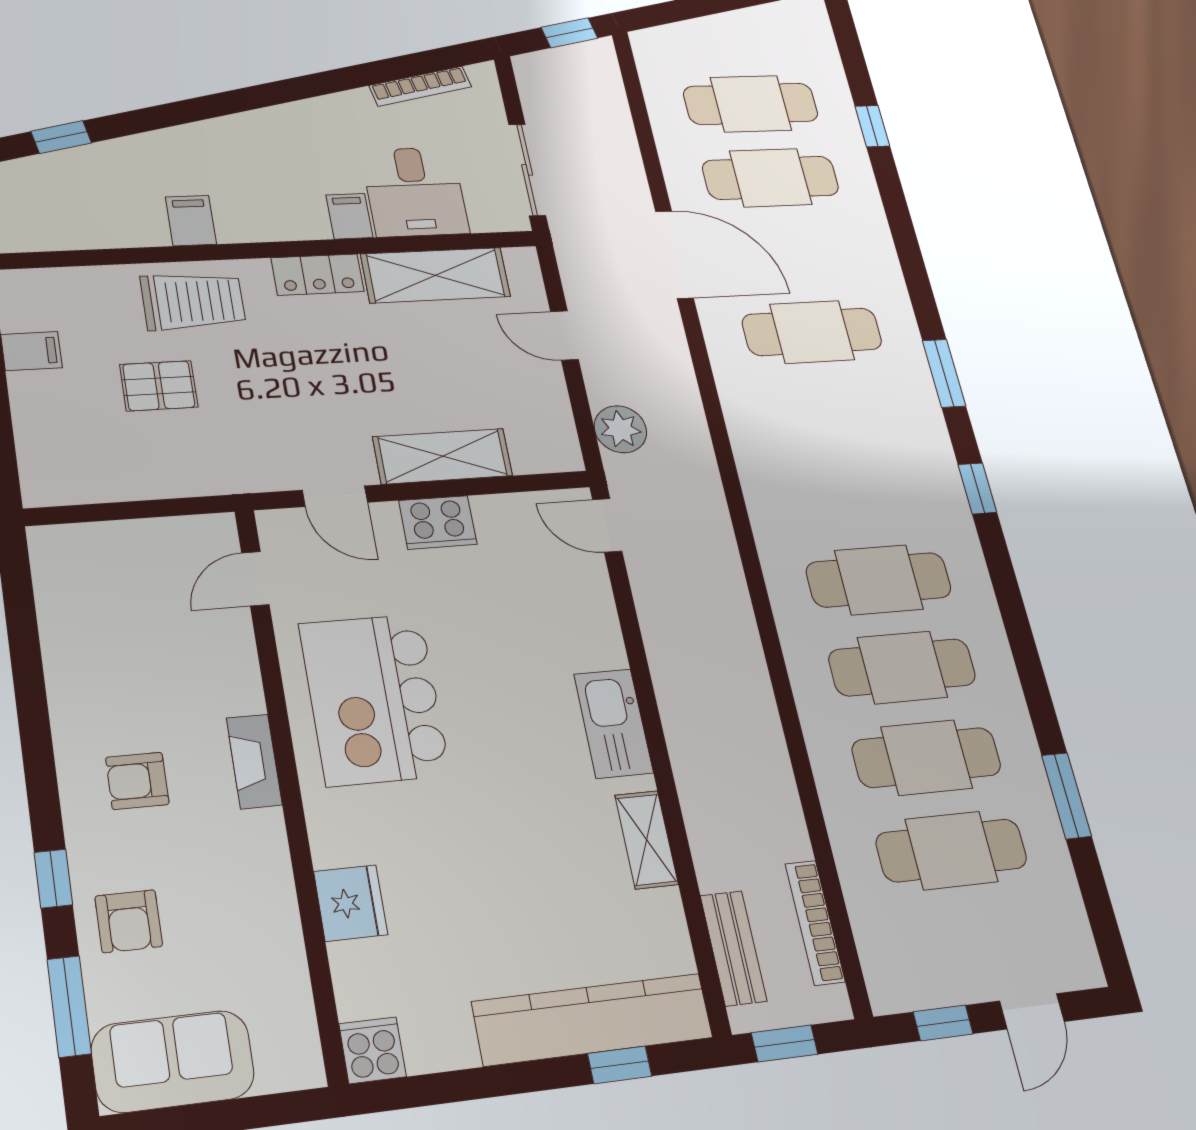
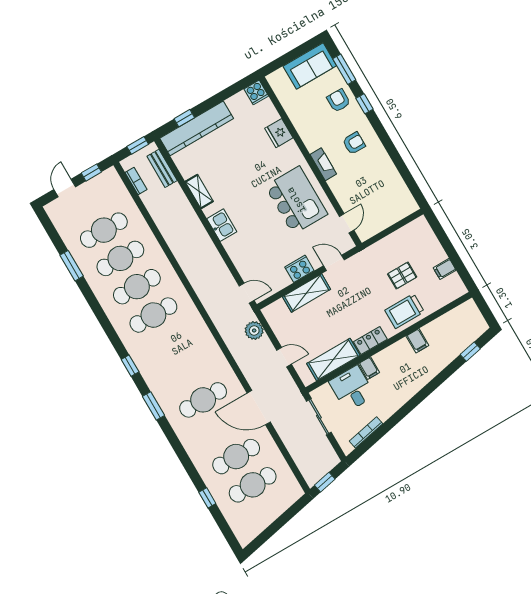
kitchen sink: (613, 723) -> (222, 225), width x0.73
bookcase: (815, 923) -> (136, 181), width x0.64

